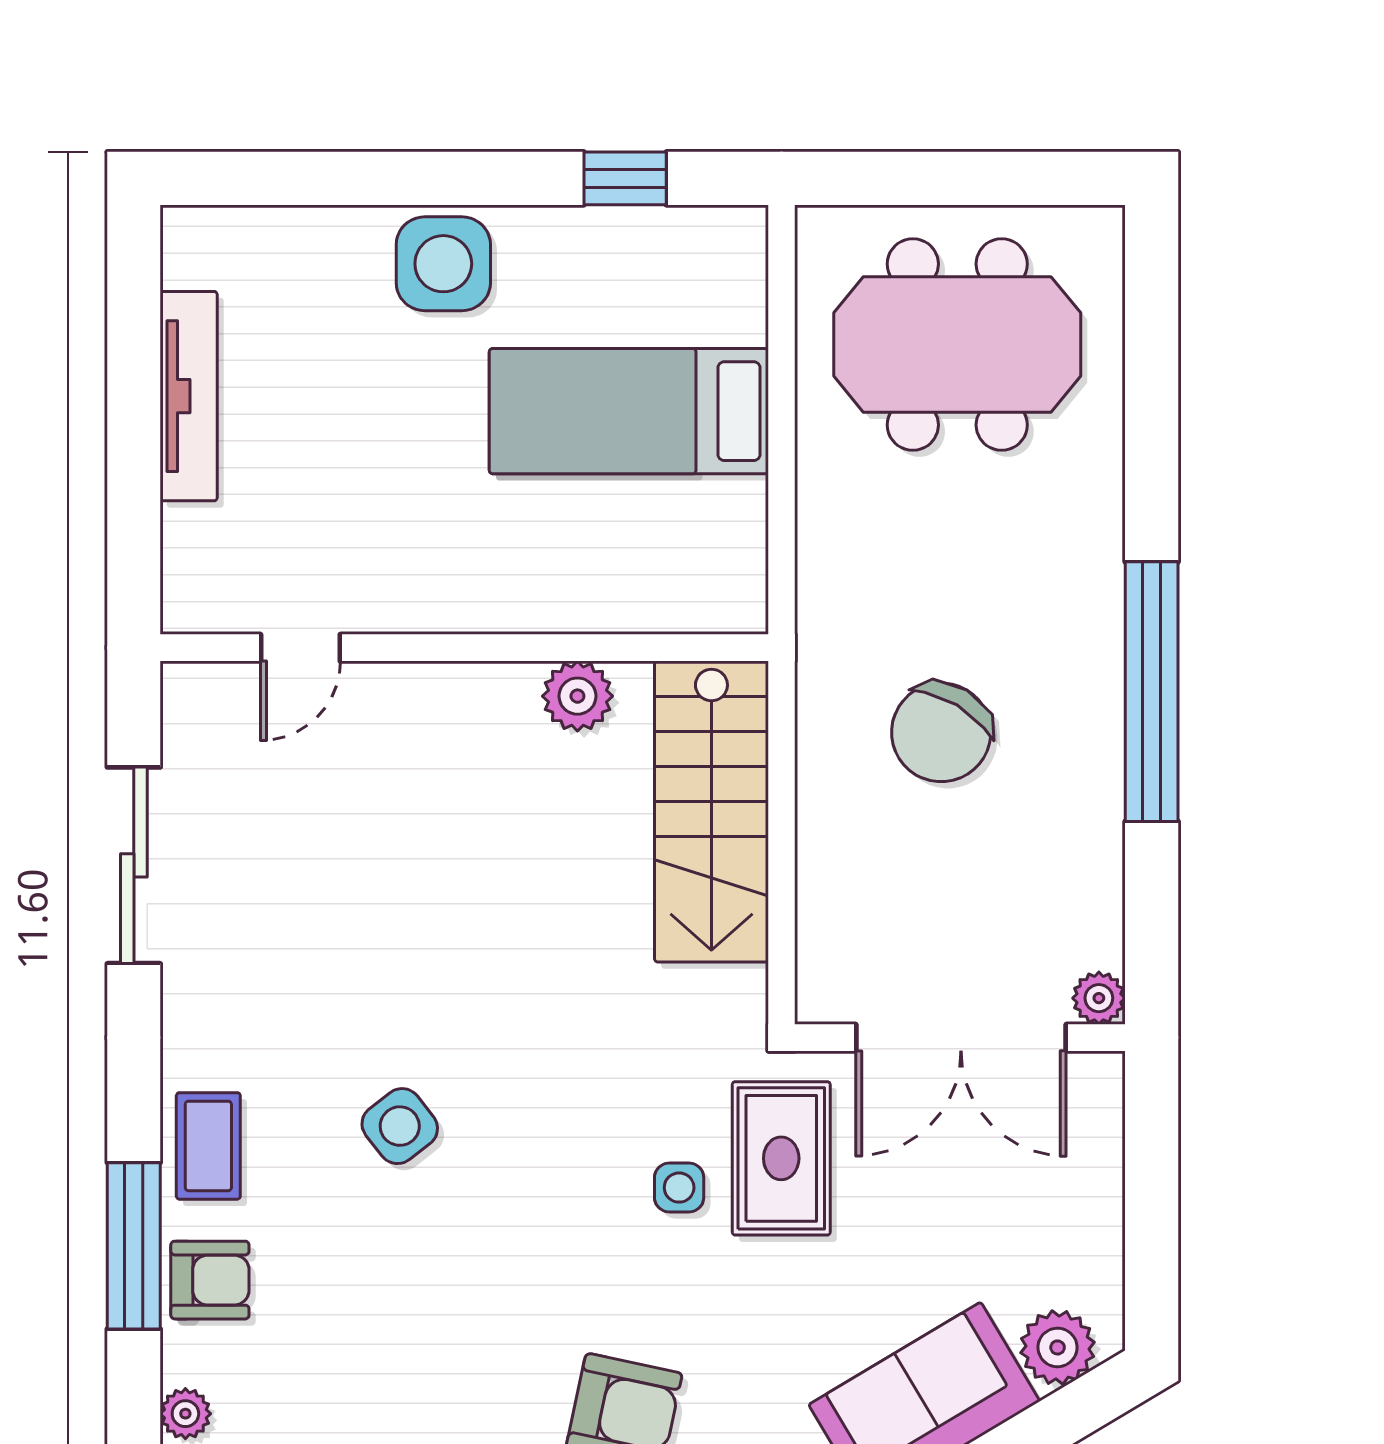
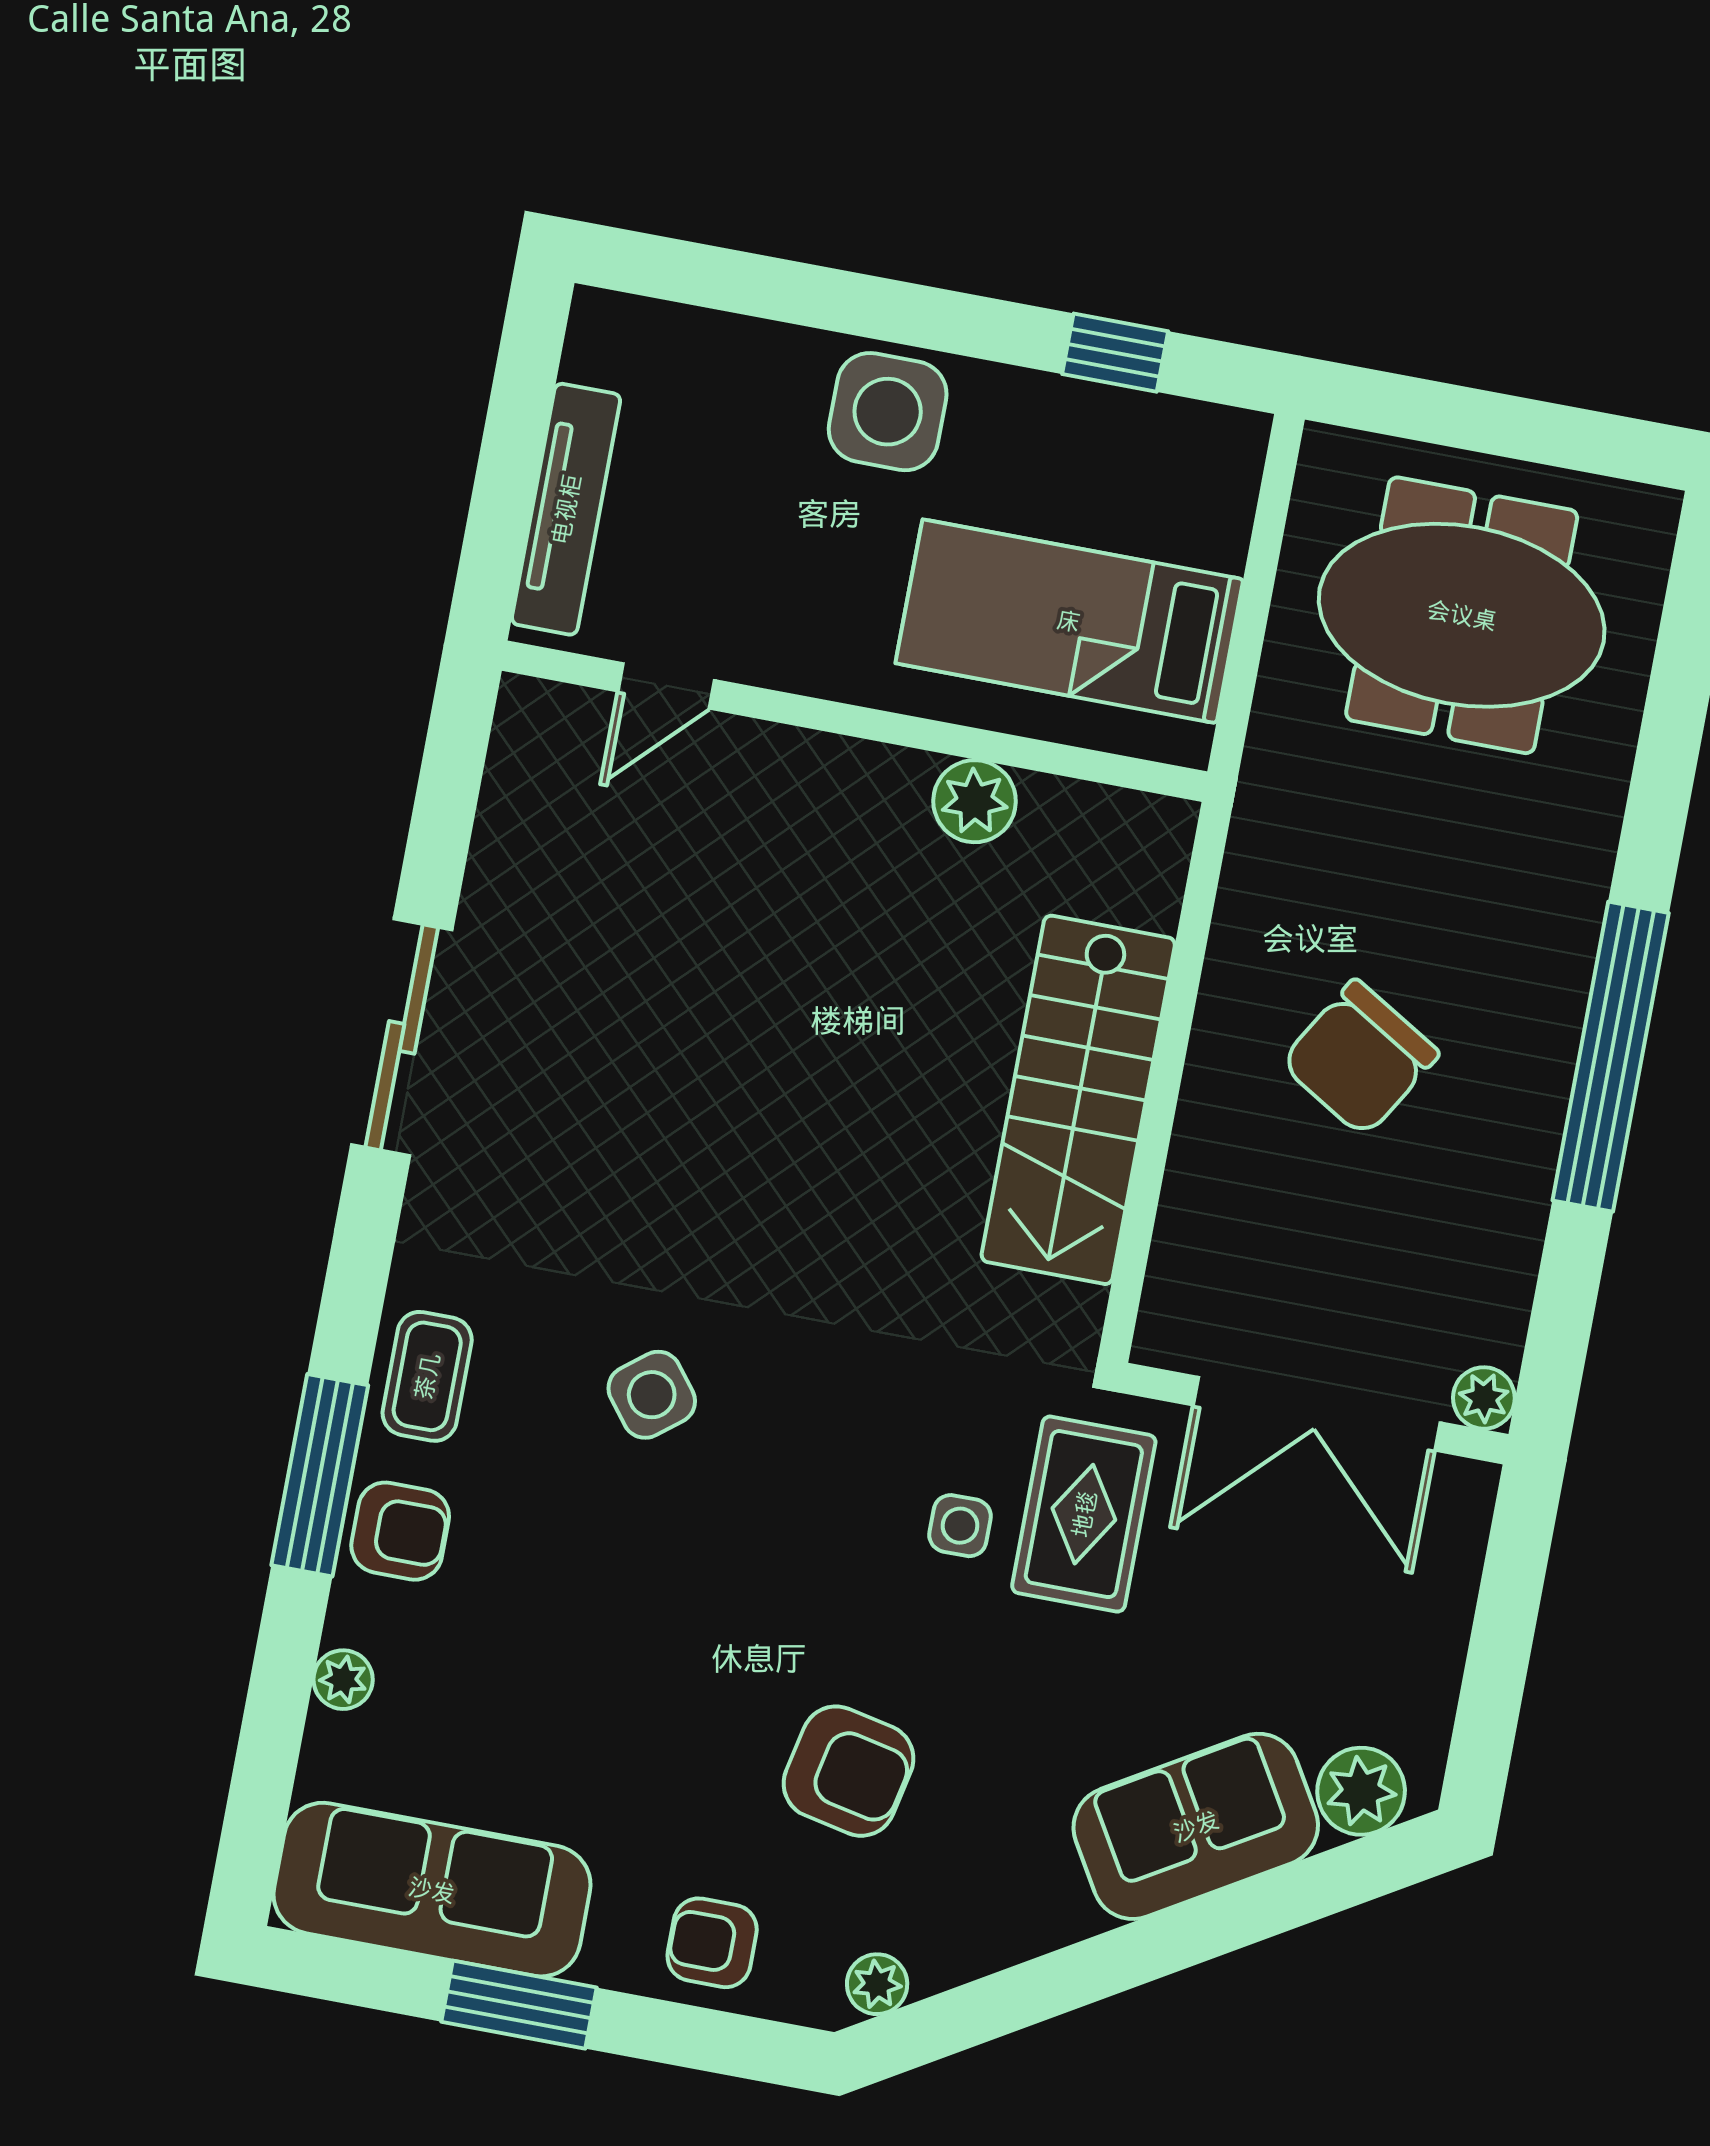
door: (300, 648) -> (666, 686), moved
wall: (464, 648) -> (855, 721), moved
plant: (577, 696) -> (975, 801), moved

